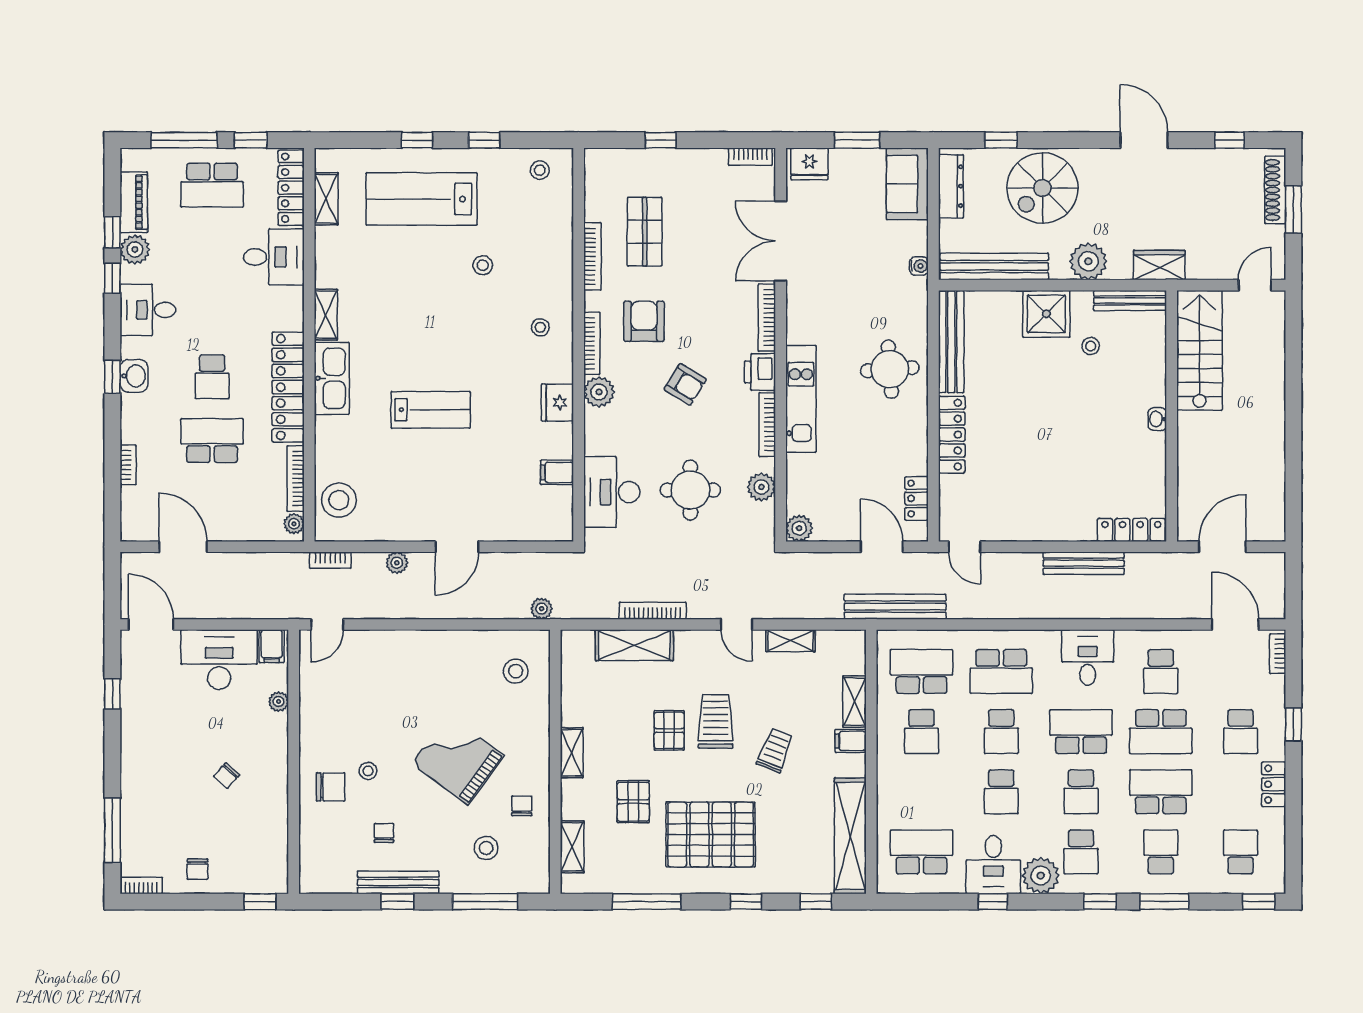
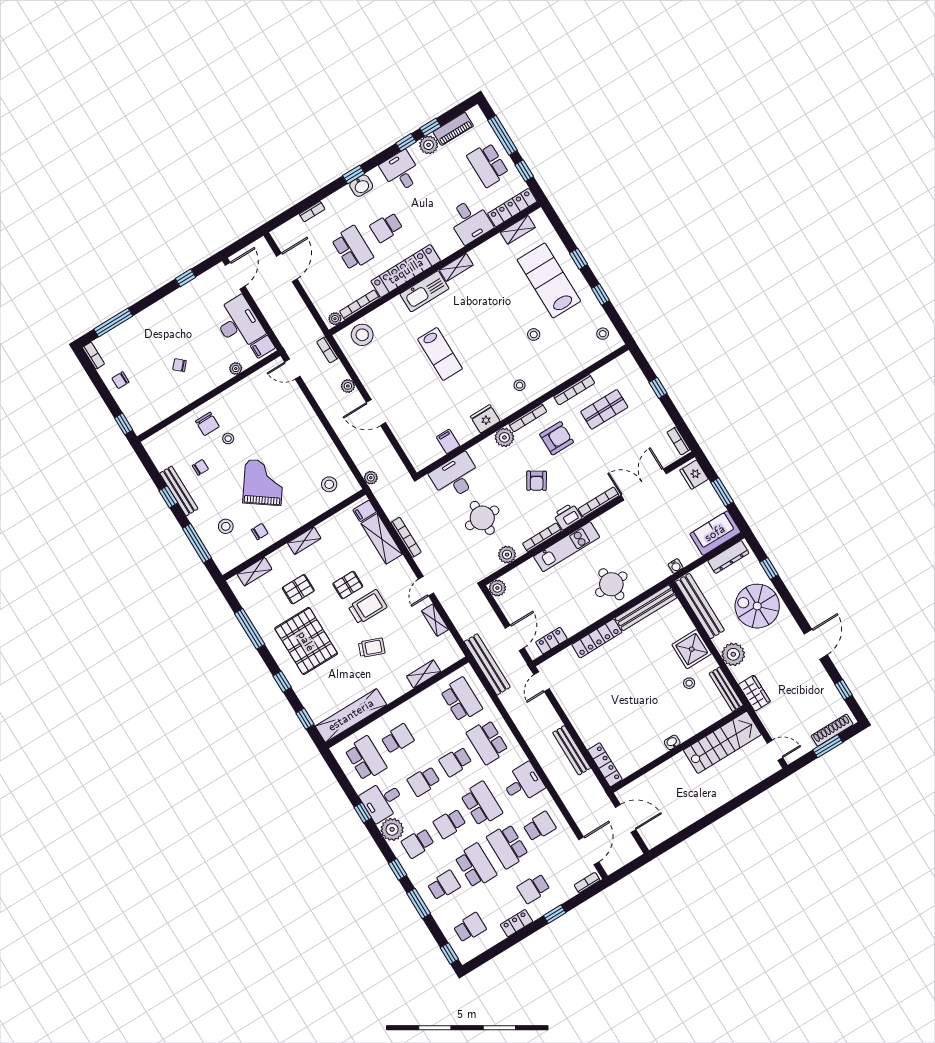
school desk: (1161, 671) -> (539, 827), turned 180
school desk: (921, 732) -> (398, 739), moved, turned 180
filing cabinet: (851, 741) -> (365, 511), moved, turned -90

